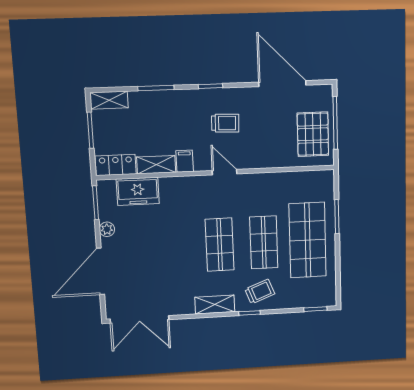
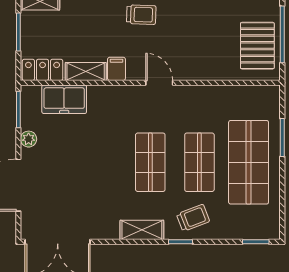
trolley: (225, 123) -> (141, 15), moved

